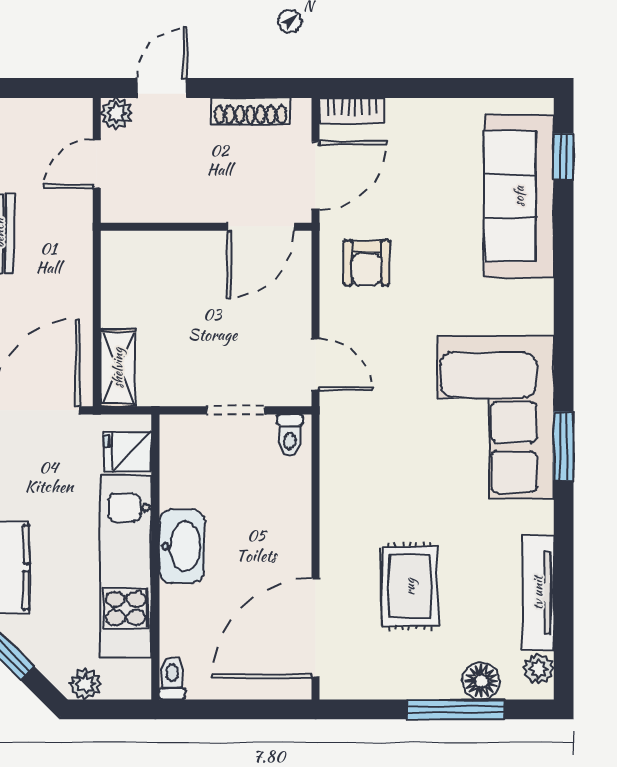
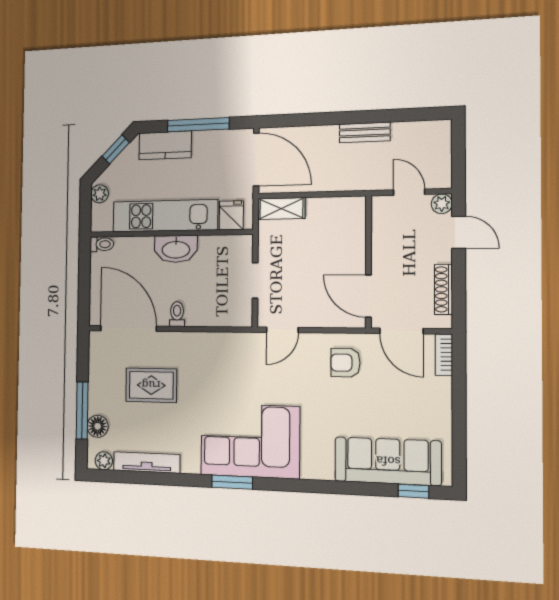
toilet: (290, 435) -> (177, 314), moved, turned 90

